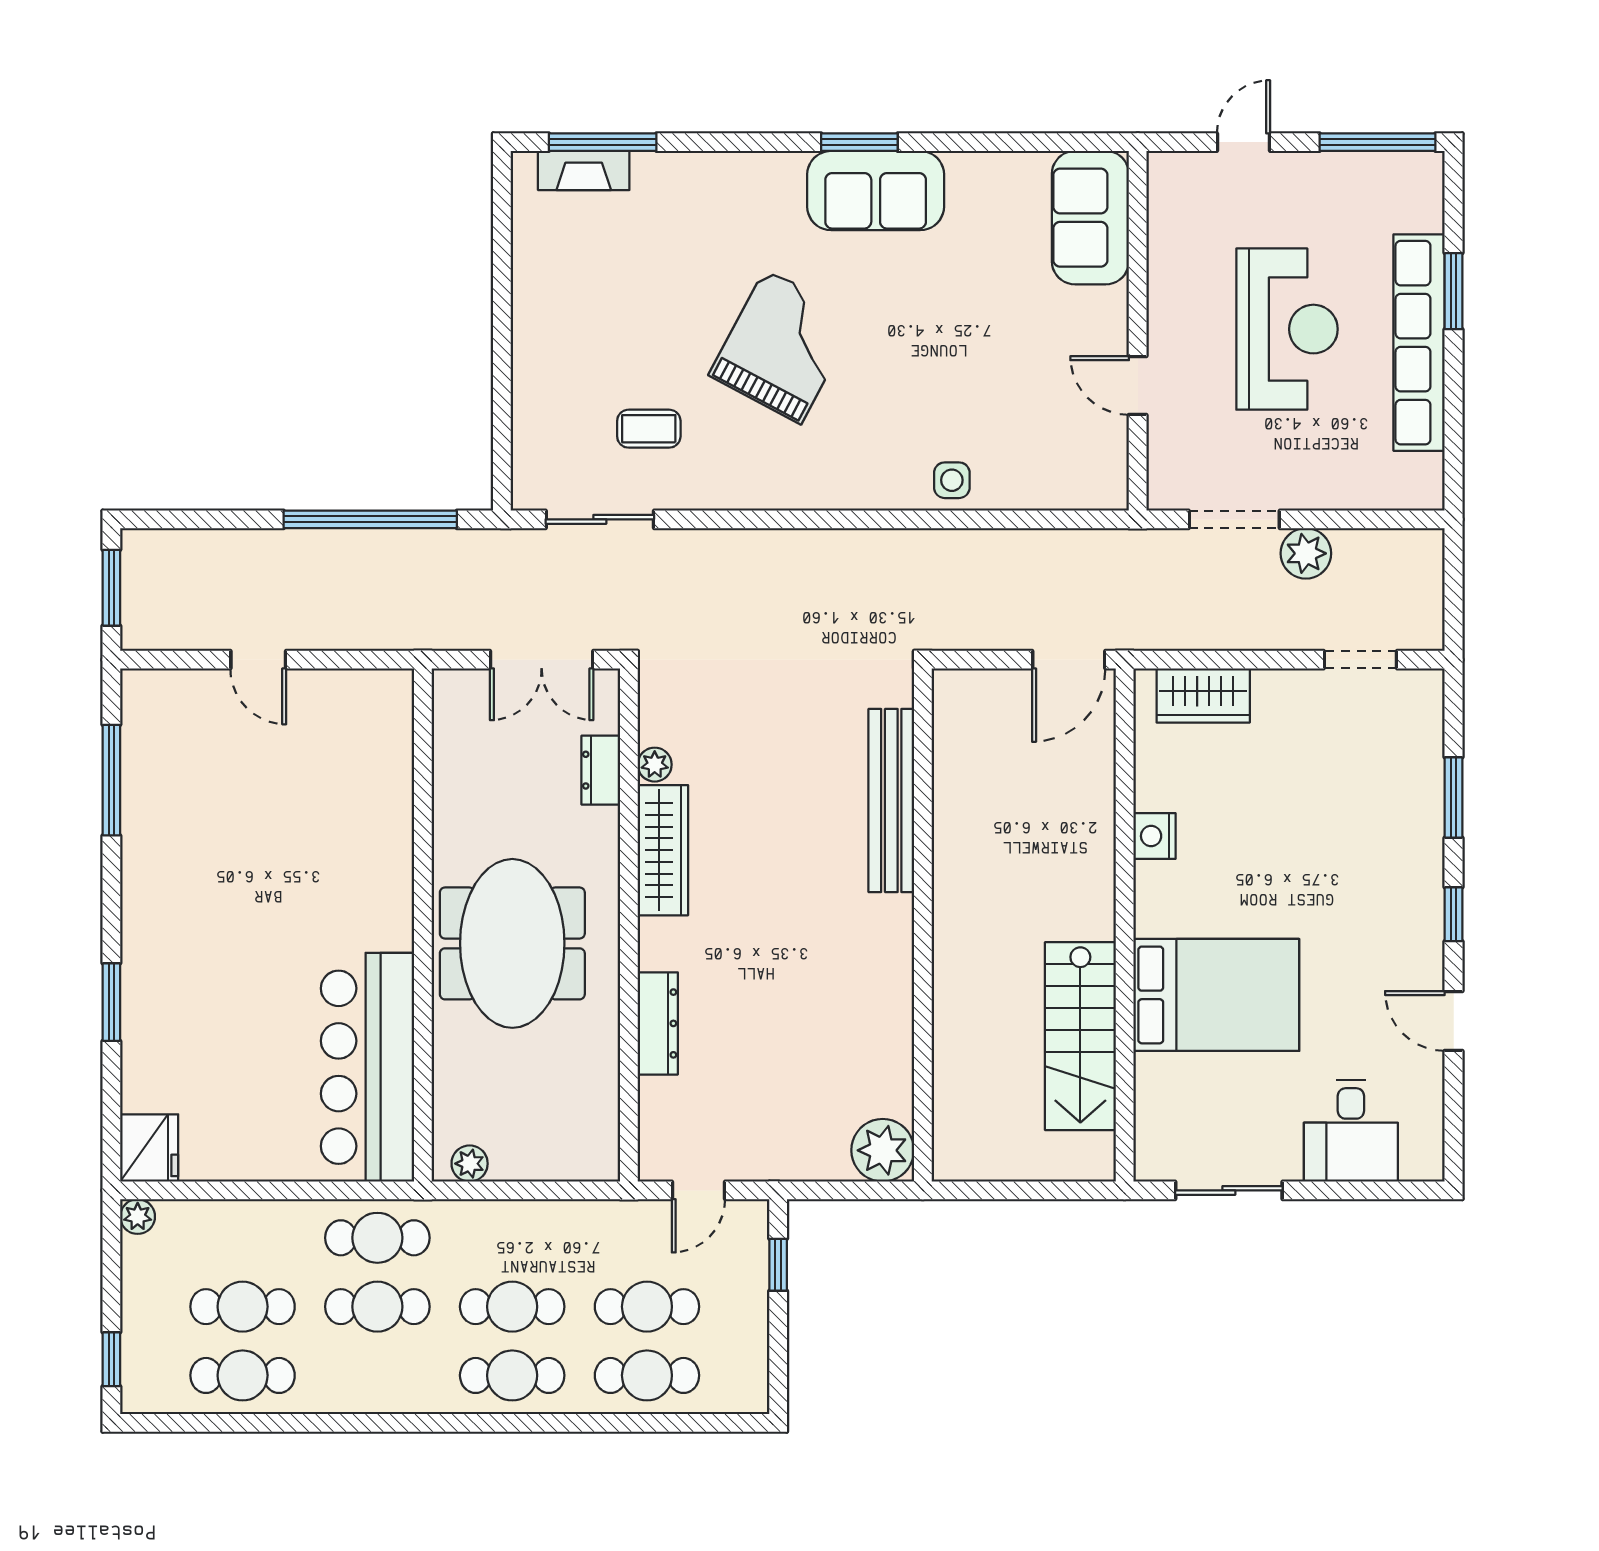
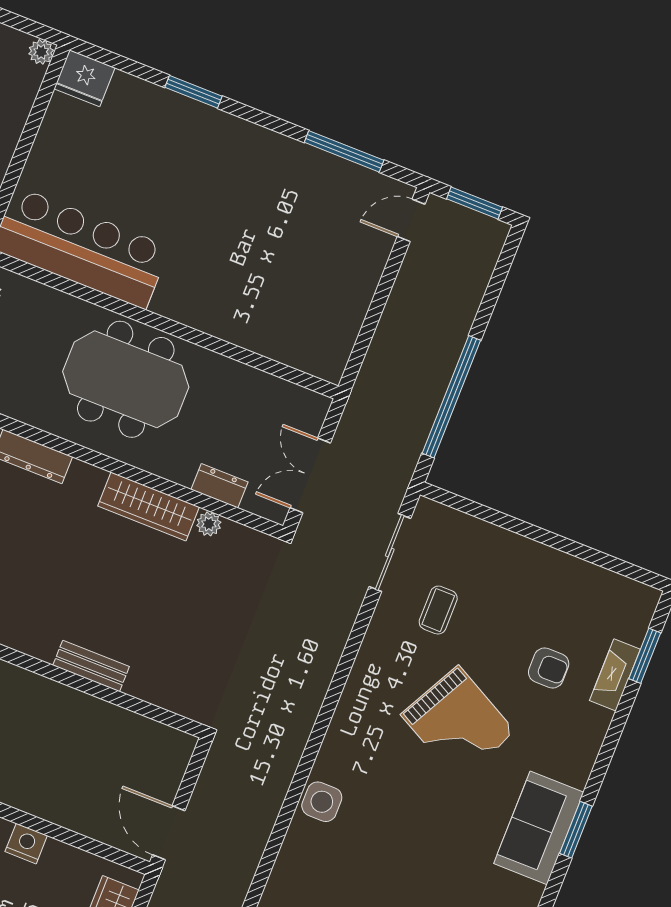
window: (603, 142) -> (645, 656), width x0.69
fireplace: (584, 170) -> (615, 675), moved
armchair: (667, 259) -> (549, 668), added
side table: (952, 480) -> (322, 802), width x1.37, depth x1.37
door: (258, 660) -> (411, 220), moved
bench: (891, 800) -> (91, 666), width x0.54, depth x0.82

